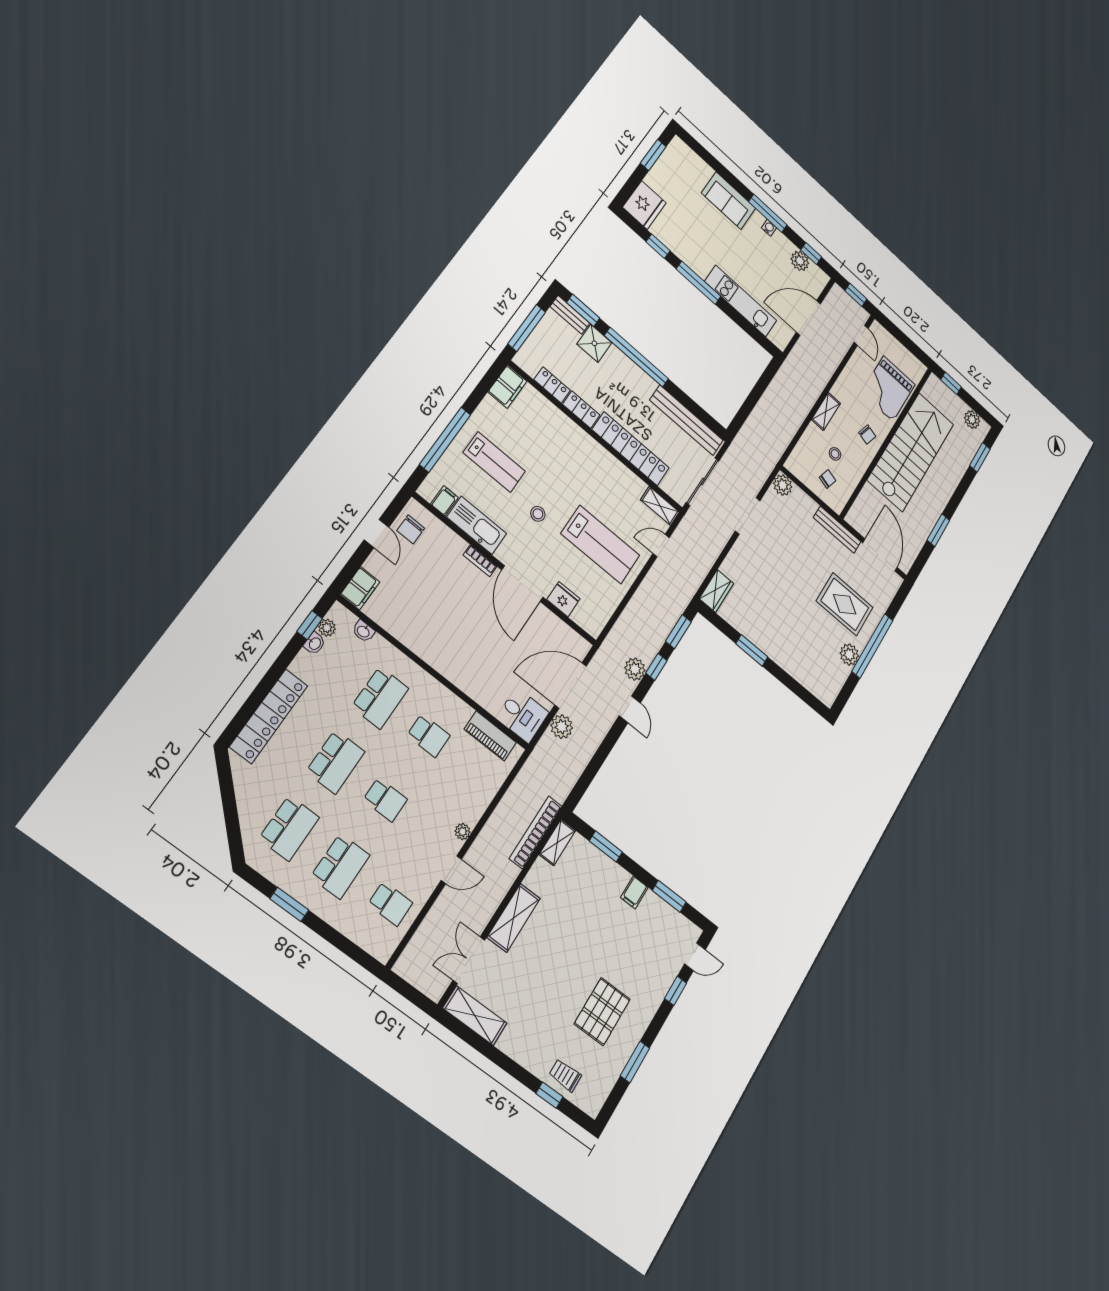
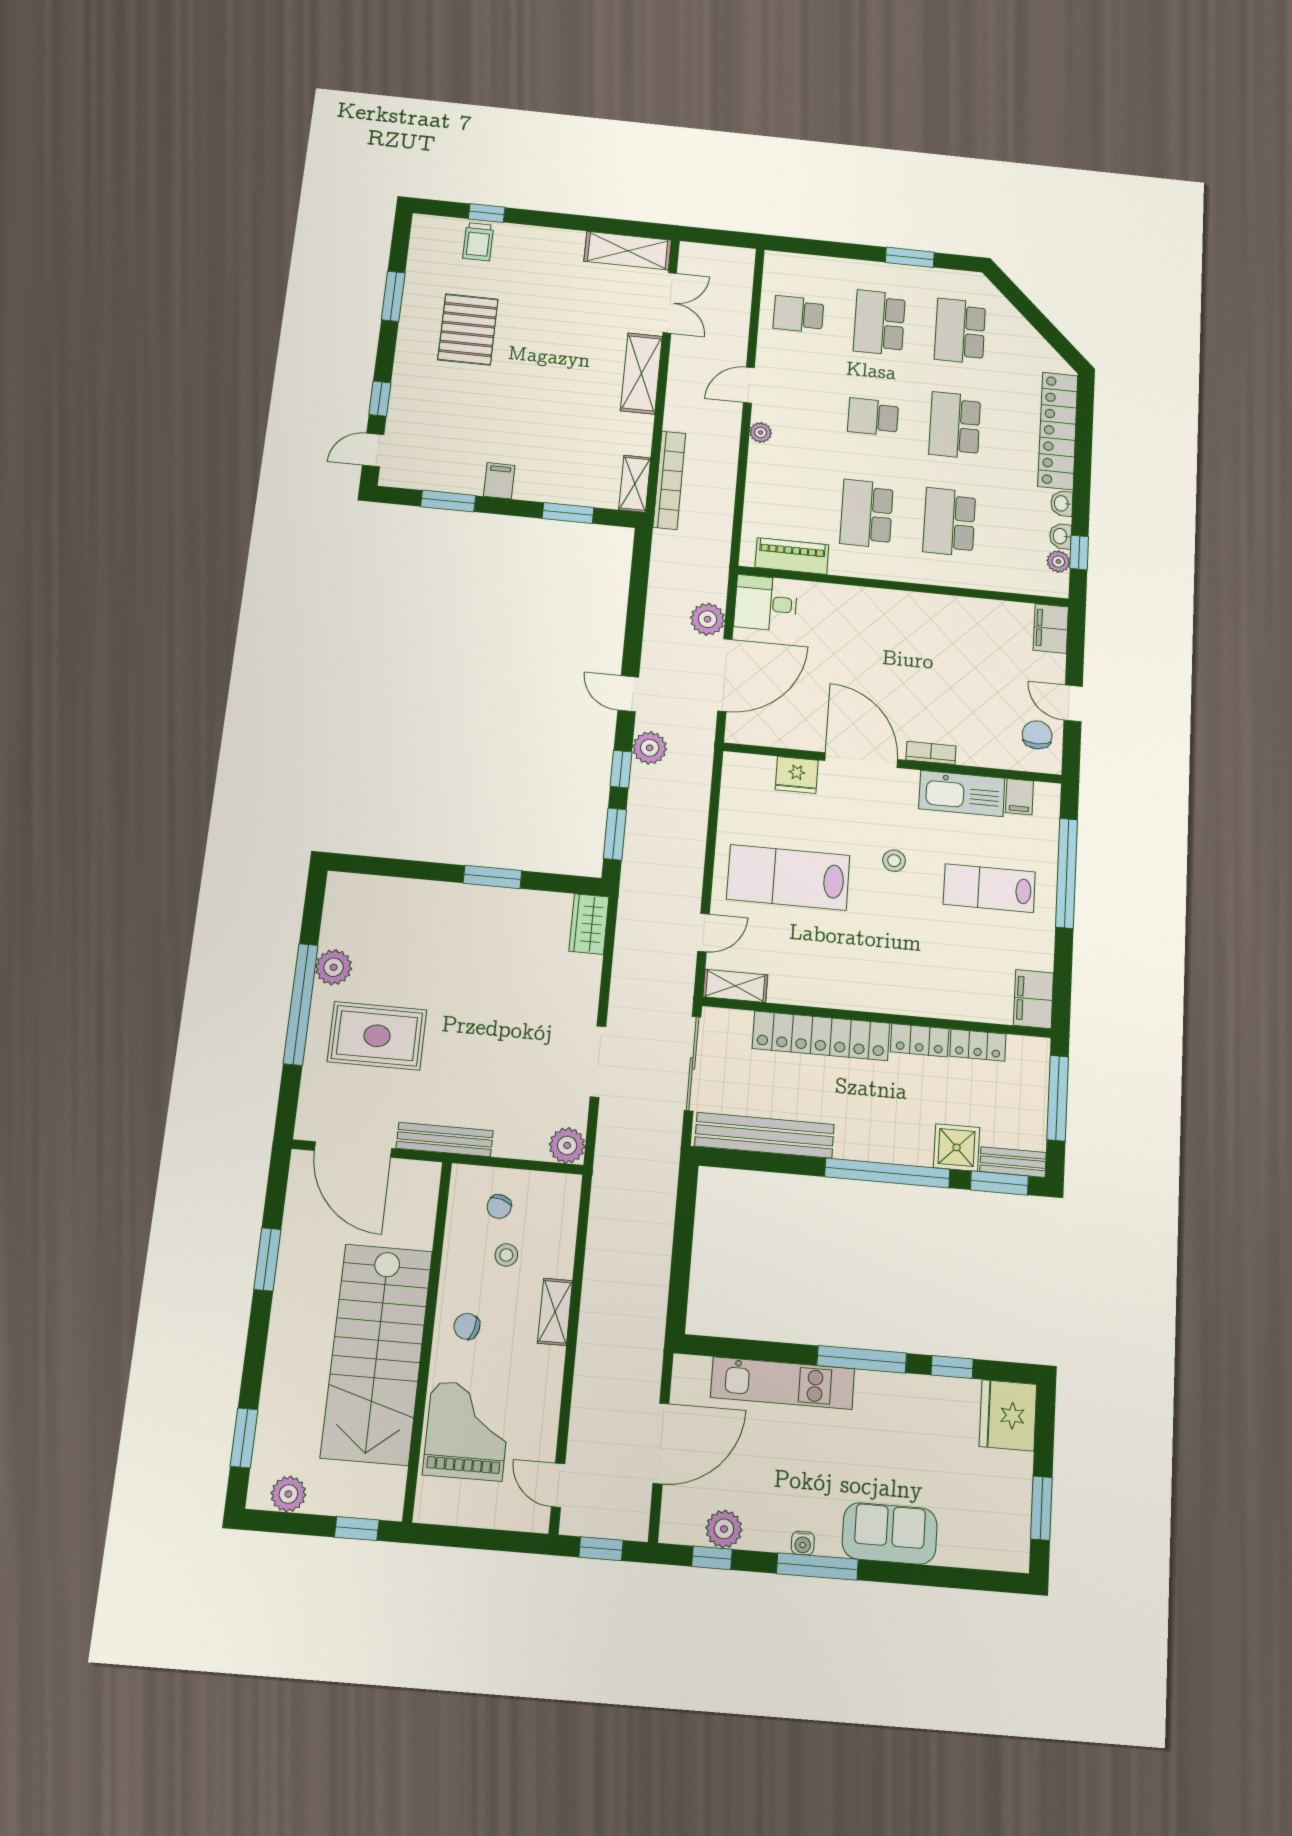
washbasin: (363, 631) -> (1062, 503), moved, turned -90
school desk: (429, 736) -> (867, 514), width x1.85
trolley: (565, 1075) -> (478, 242), turned 90

